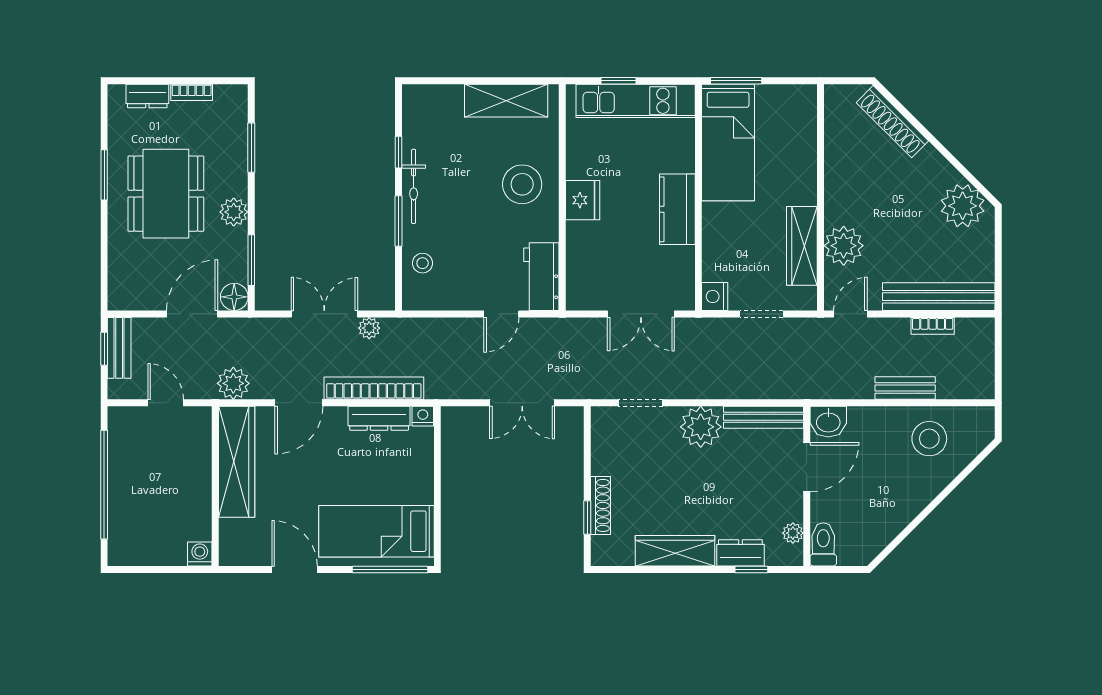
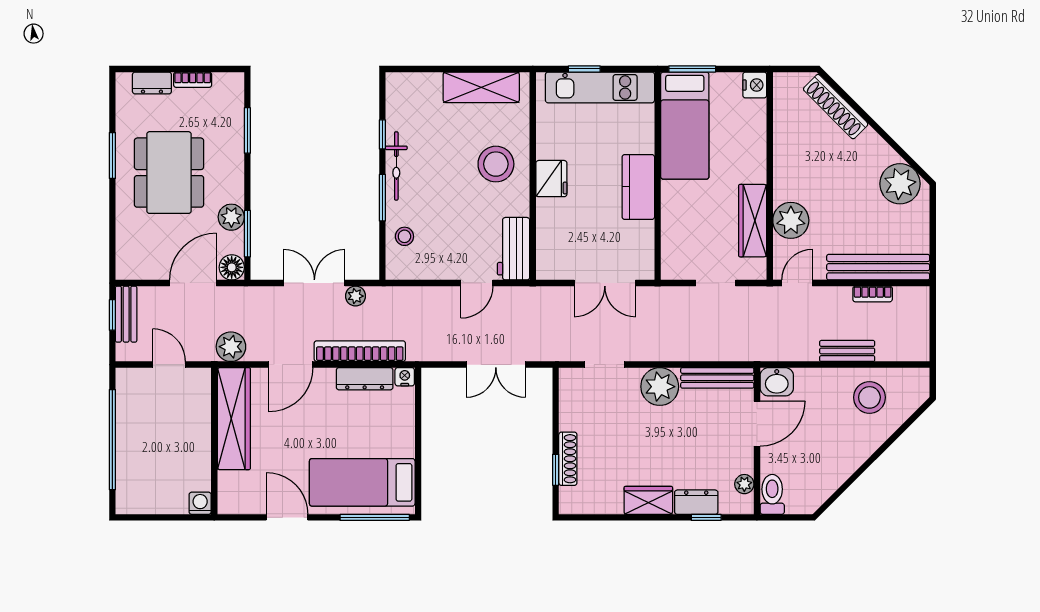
plant: (234, 212) -> (231, 217), moved
nightstand: (715, 296) -> (755, 85), moved, turned 180
wardrobe: (675, 551) -> (648, 500), width x0.67

